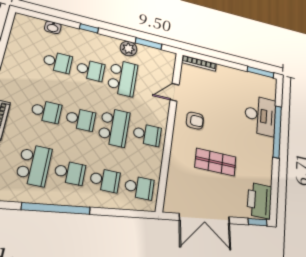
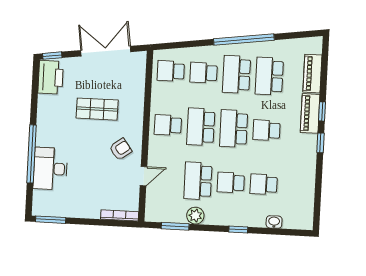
school desk: (80, 119) -> (234, 129), width x1.85
armchair: (195, 121) -> (121, 149), turned 144
school desk: (70, 173) -> (236, 74), width x1.85

